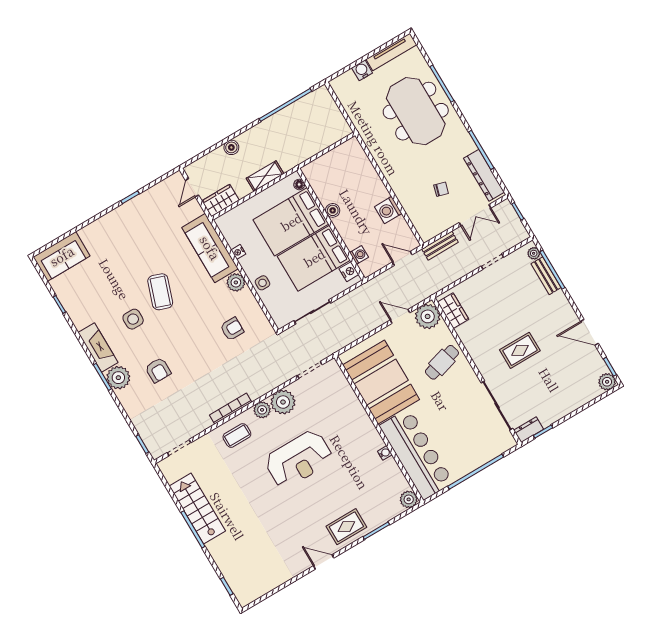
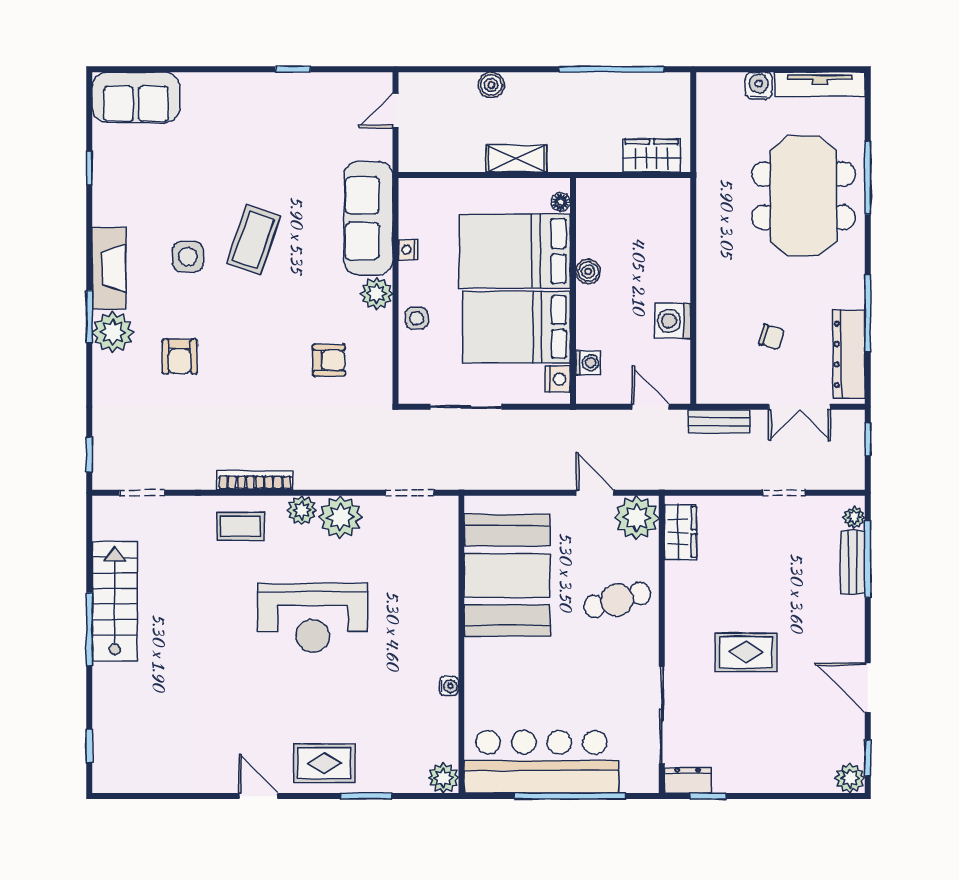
wardrobe: (220, 200) -> (652, 156), moved
bar counter: (416, 454) -> (541, 762), moved, turned -90

